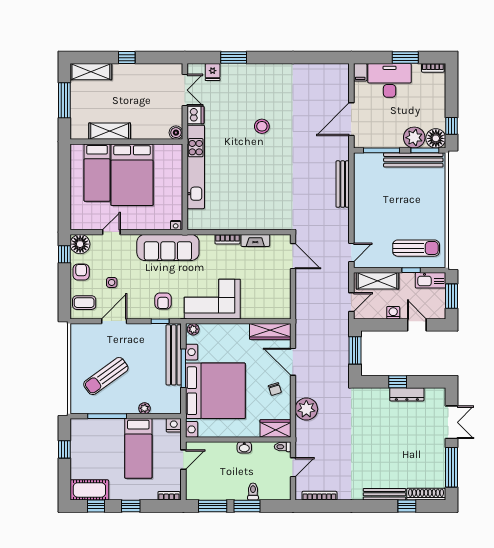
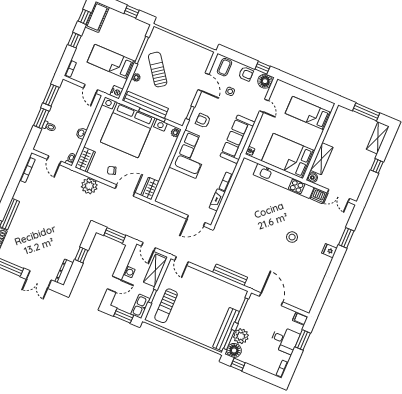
window: (405, 58) -> (303, 340), moved
fridge: (213, 72) -> (329, 251), moved
desk: (390, 80) -> (285, 340), width x0.73
shelving: (110, 131) -> (322, 159), moved
bed: (132, 175) -> (288, 156), moved
wardrobe: (270, 331) -> (150, 188), width x0.67
bench: (174, 355) -> (146, 105), moved
sun lounger: (106, 376) -> (158, 70), moved
dresser: (407, 394) -> (64, 272), moved

